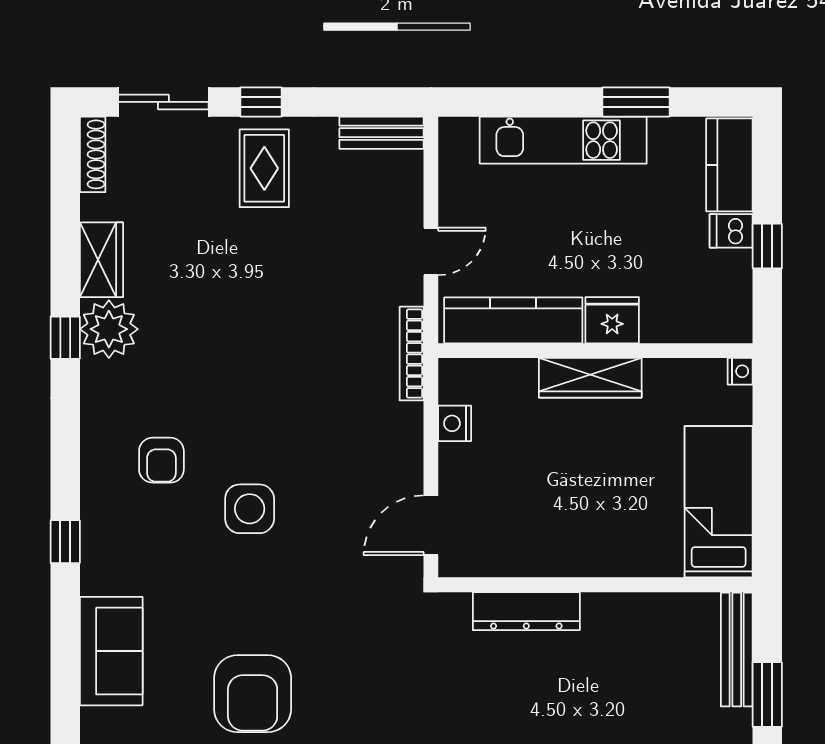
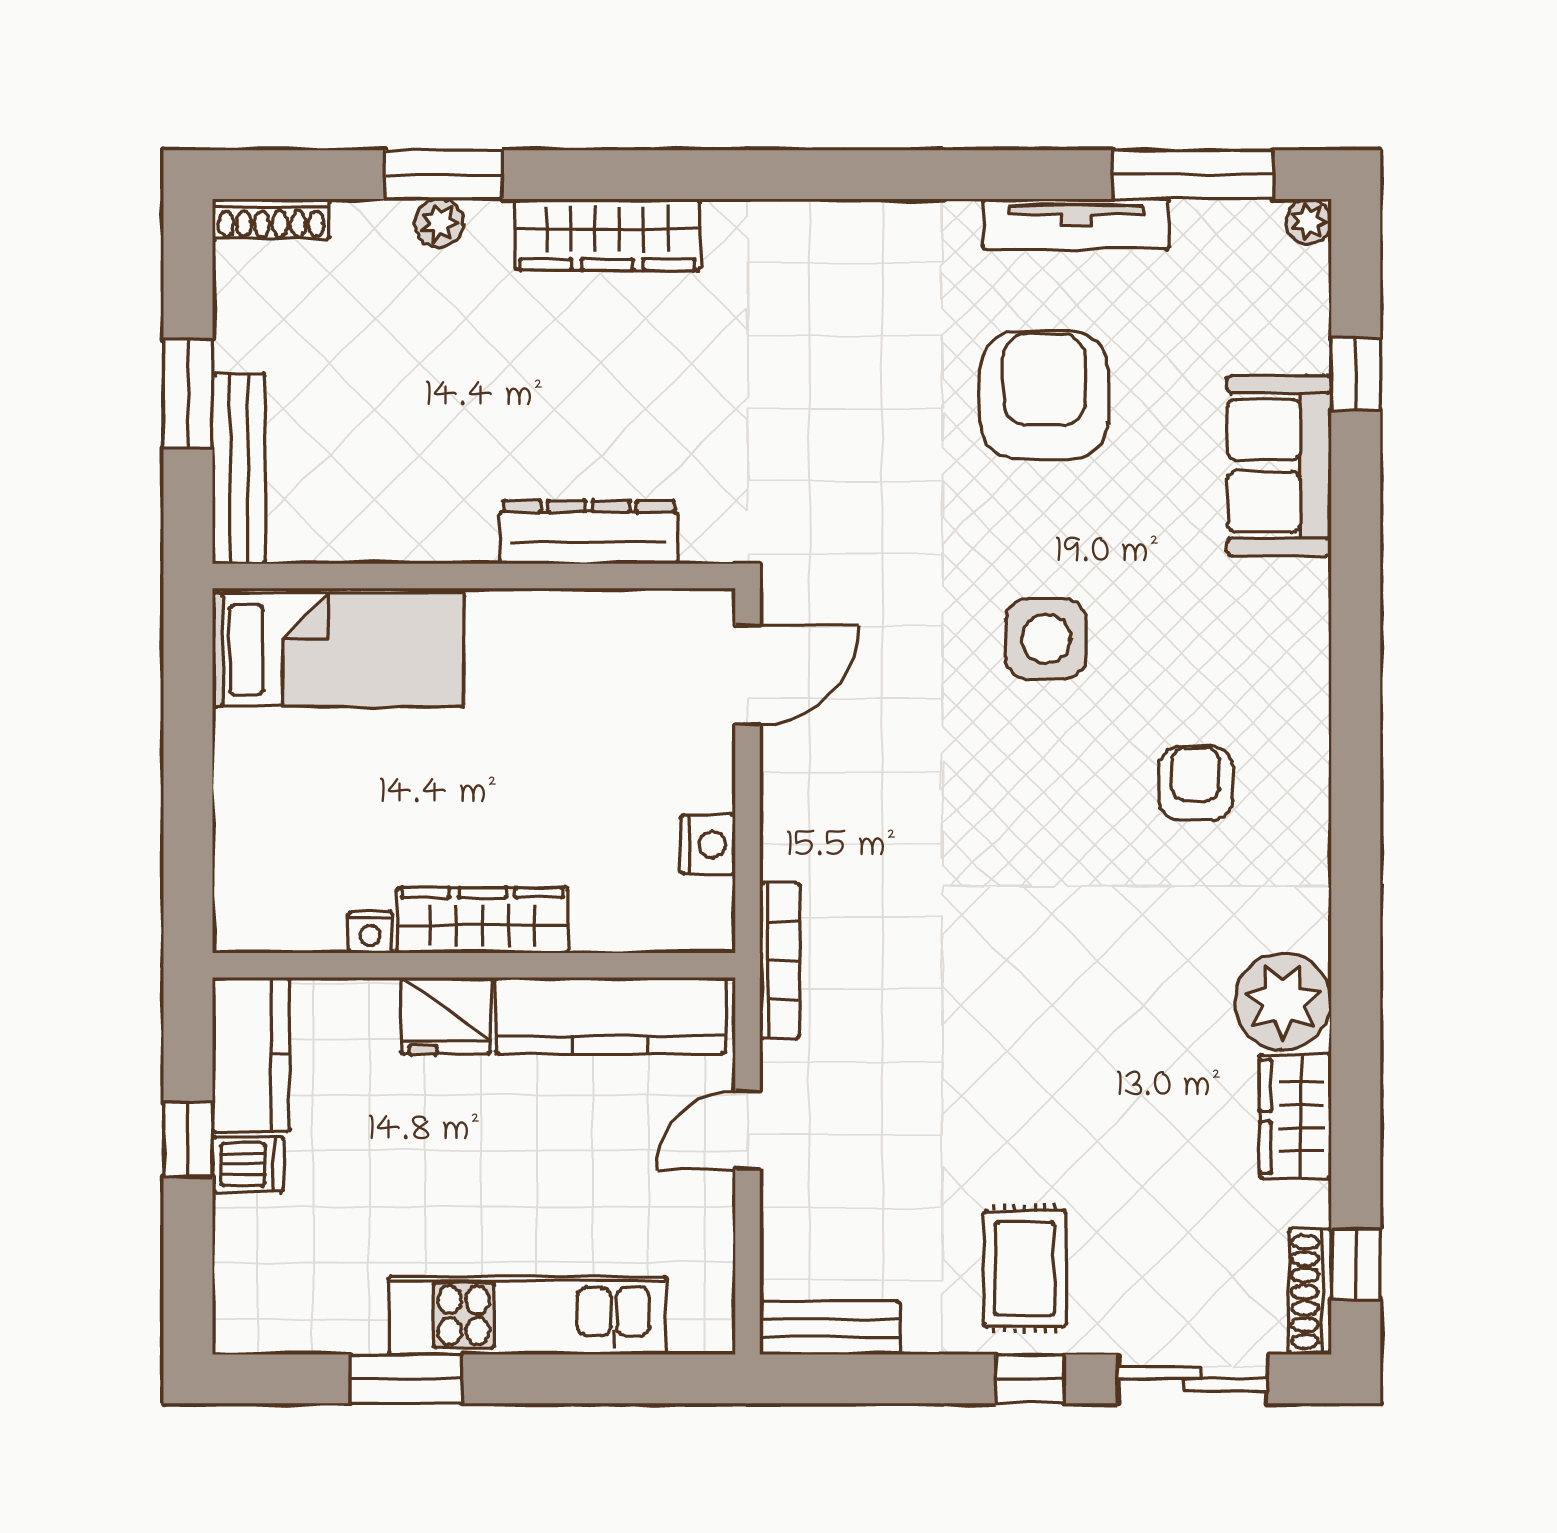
kitchen counter: (729, 165) -> (251, 1055), moved
window: (65, 338) -> (1356, 1264), moved
nightstand: (740, 371) -> (370, 932), moved, turned -90
bed: (719, 502) -> (338, 650), moved, turned -90
side table: (250, 509) -> (1046, 639), moved
window: (65, 542) -> (1356, 374), moved

